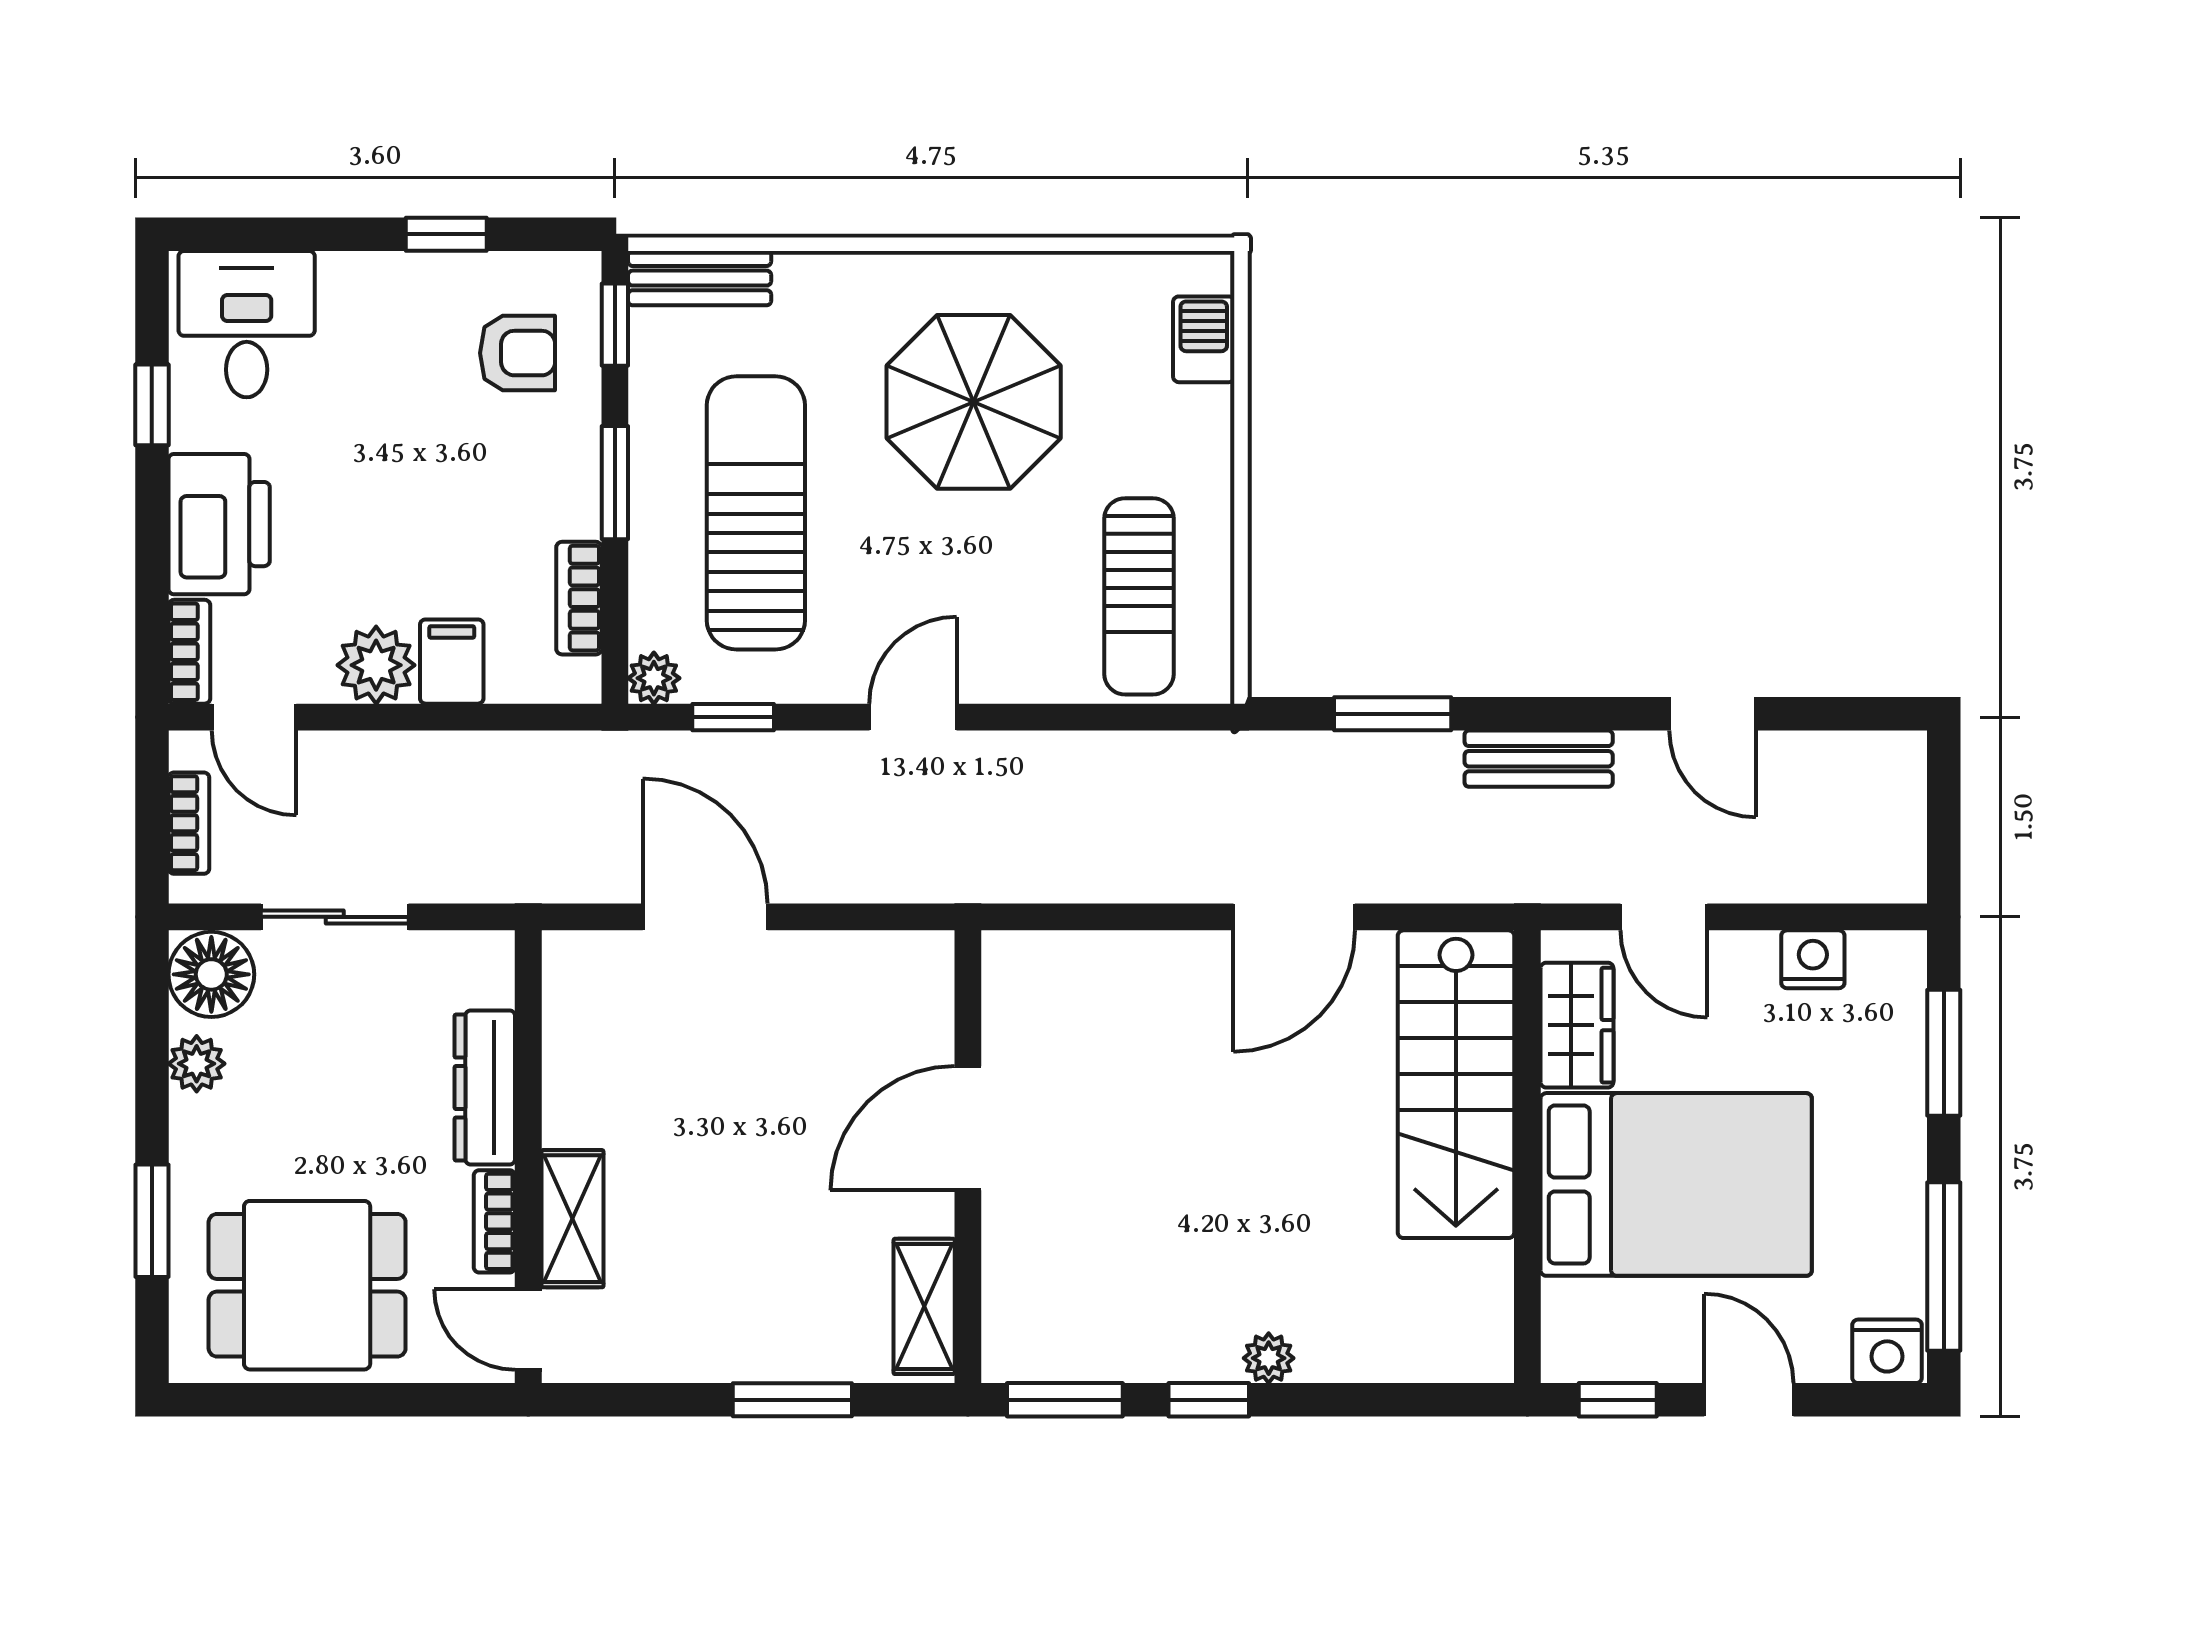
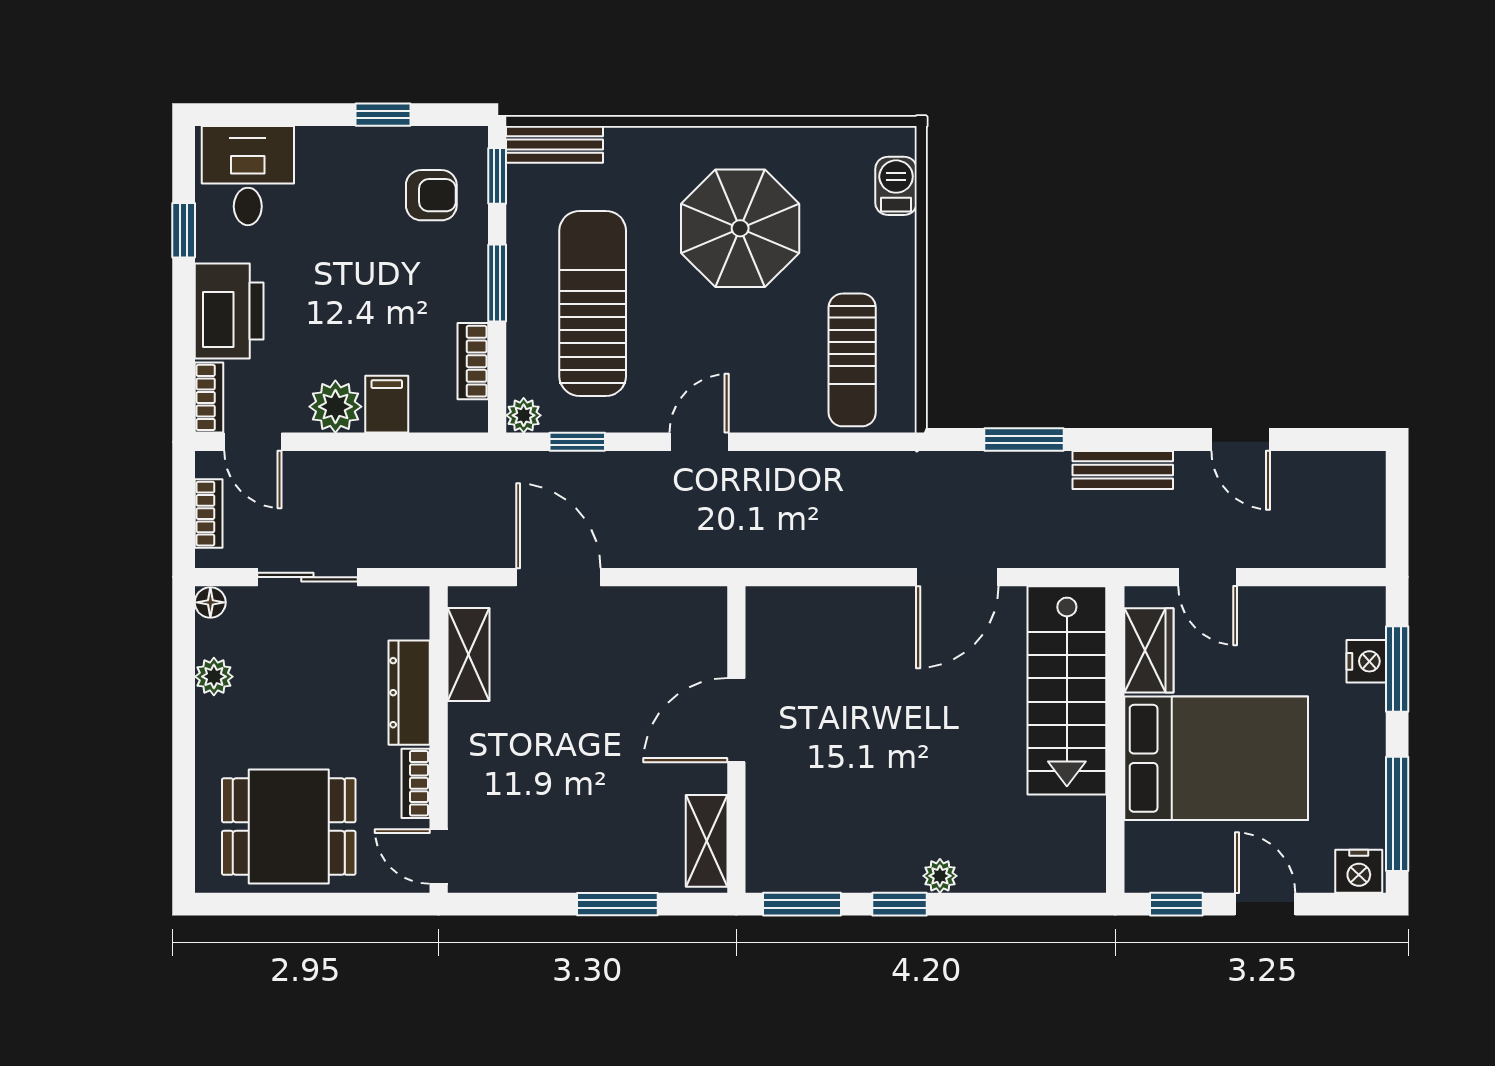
nightstand: (1813, 959) -> (1366, 661), moved, turned 90
floor lamp: (211, 974) -> (210, 602), width x0.53, depth x0.53
shelving: (573, 1219) -> (469, 655), moved
window: (152, 1221) -> (184, 783), removed

